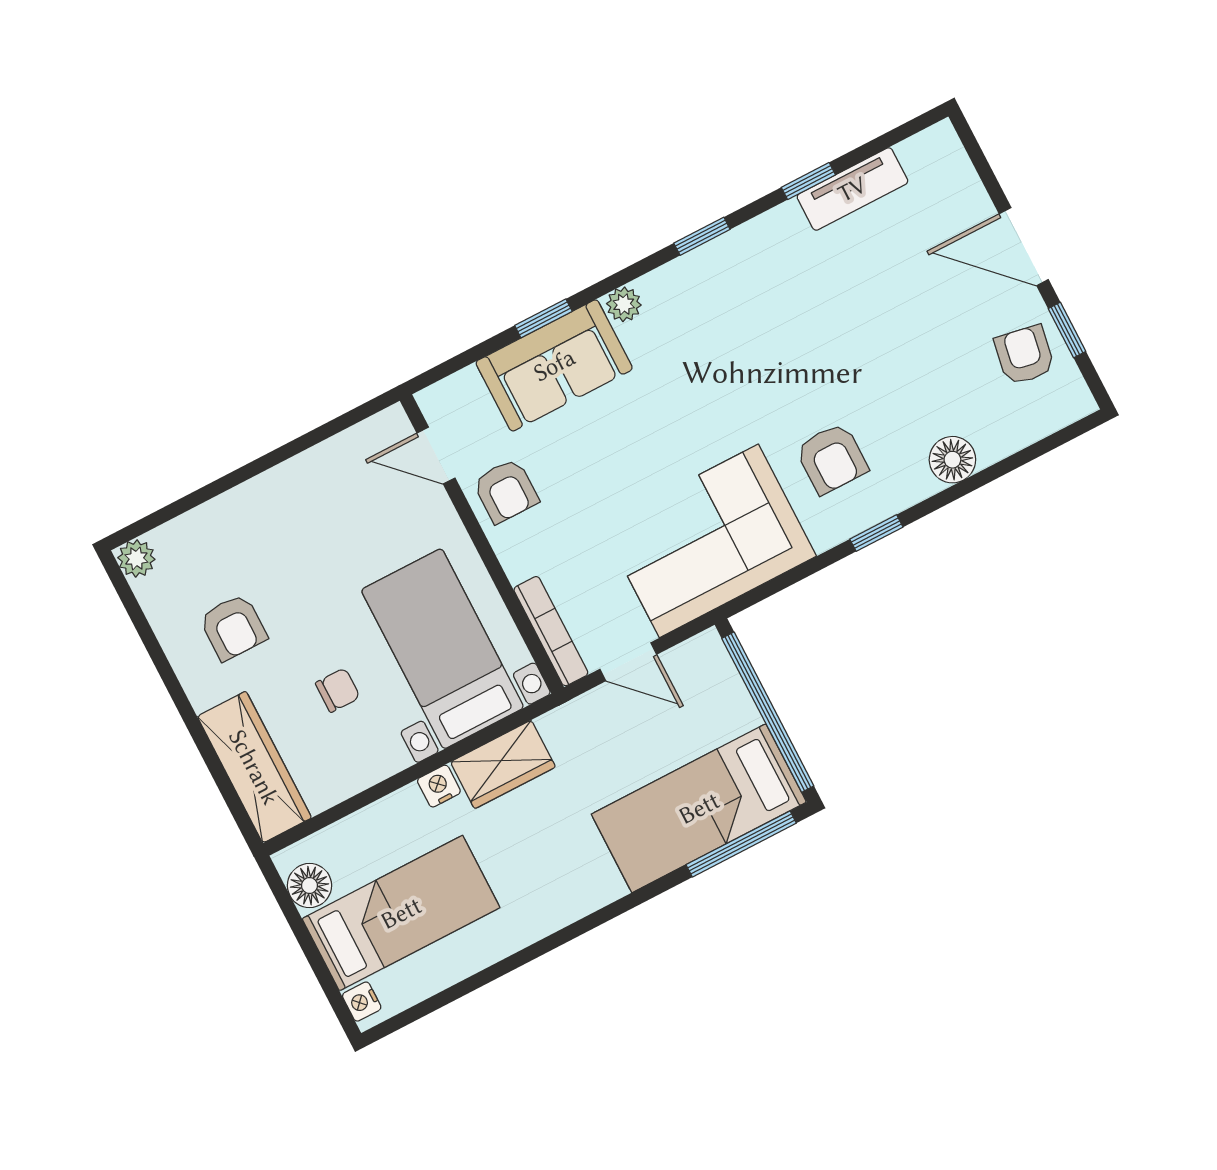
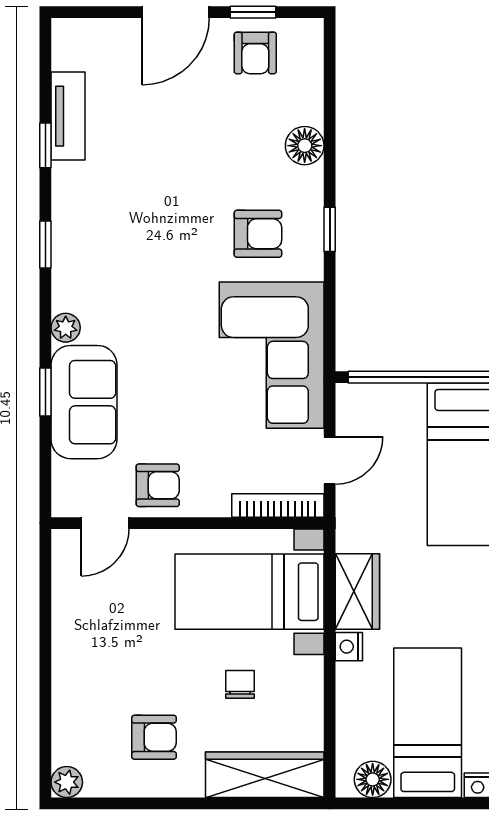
armchair: (1024, 355) -> (255, 53), turned -100

